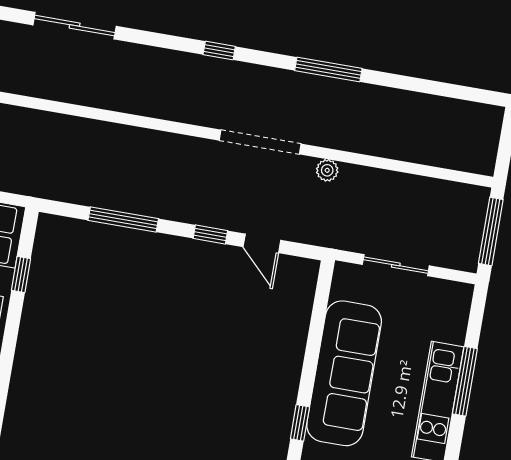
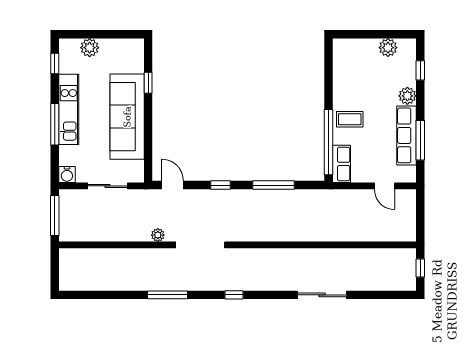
door: (262, 243) -> (173, 185), moved
window: (21, 274) -> (328, 142), width x3.17
water cooler: (459, 295) -> (67, 175), added

